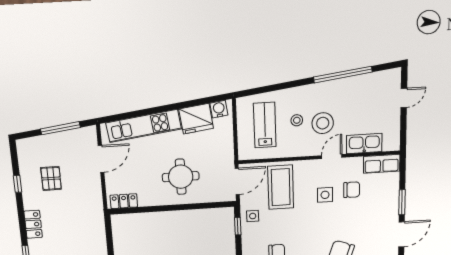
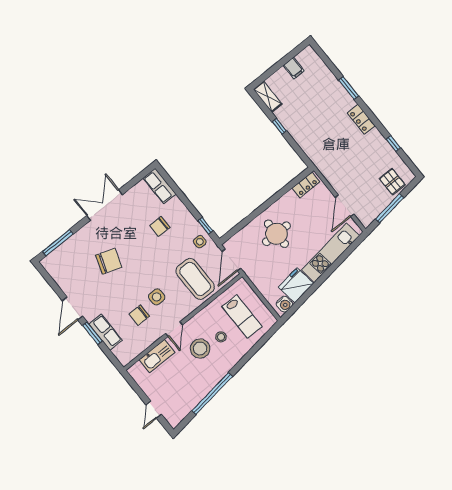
row of seats: (382, 164) -> (105, 332), moved, turned 90
pallet: (51, 178) -> (392, 182), moved

